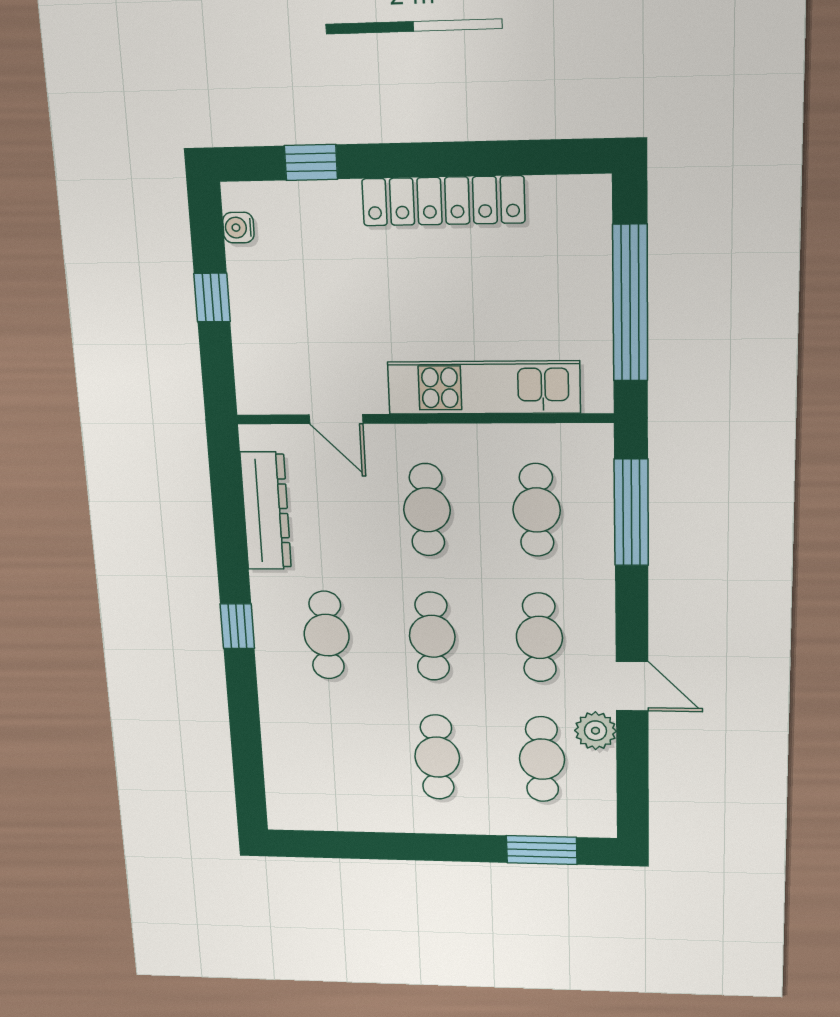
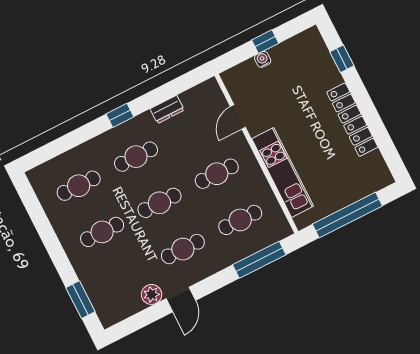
water cooler: (238, 228) -> (263, 59), moved
dresser: (266, 511) -> (167, 109), width x0.51, depth x0.80
cafe table: (542, 759) -> (79, 186), moved

